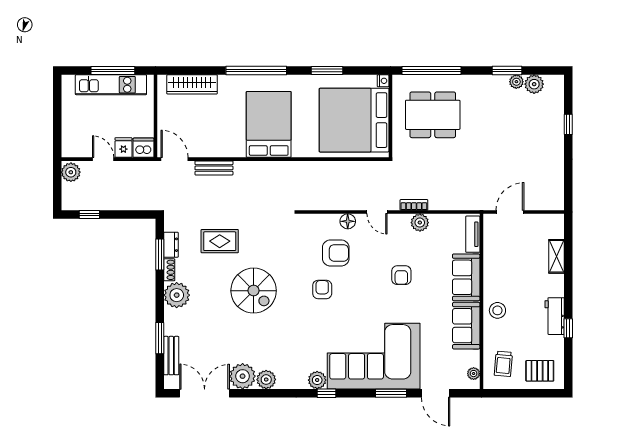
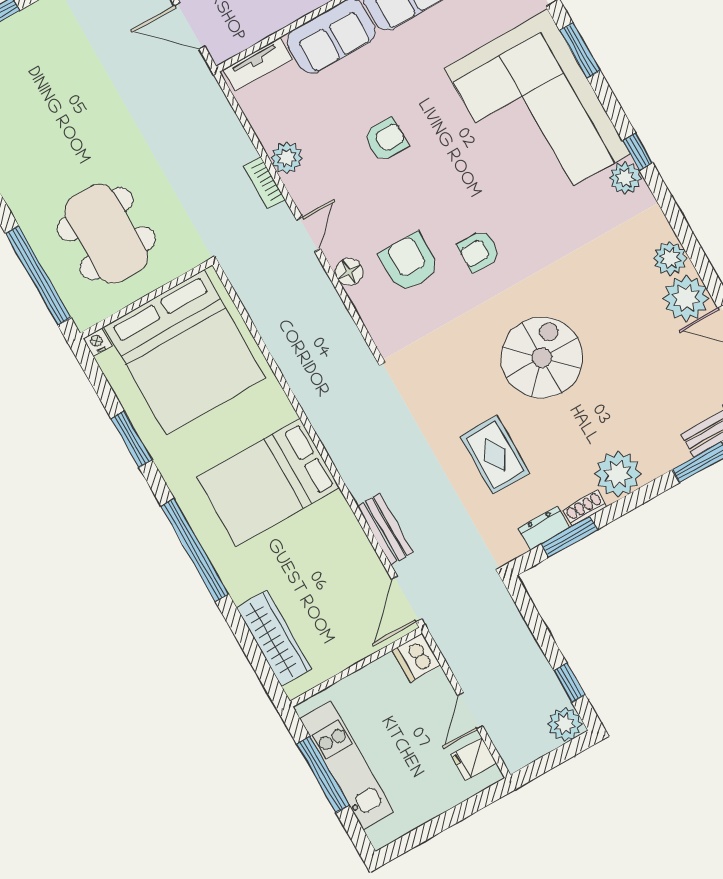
fridge: (123, 147) -> (474, 759), moved
plant: (71, 172) -> (565, 724), moved

